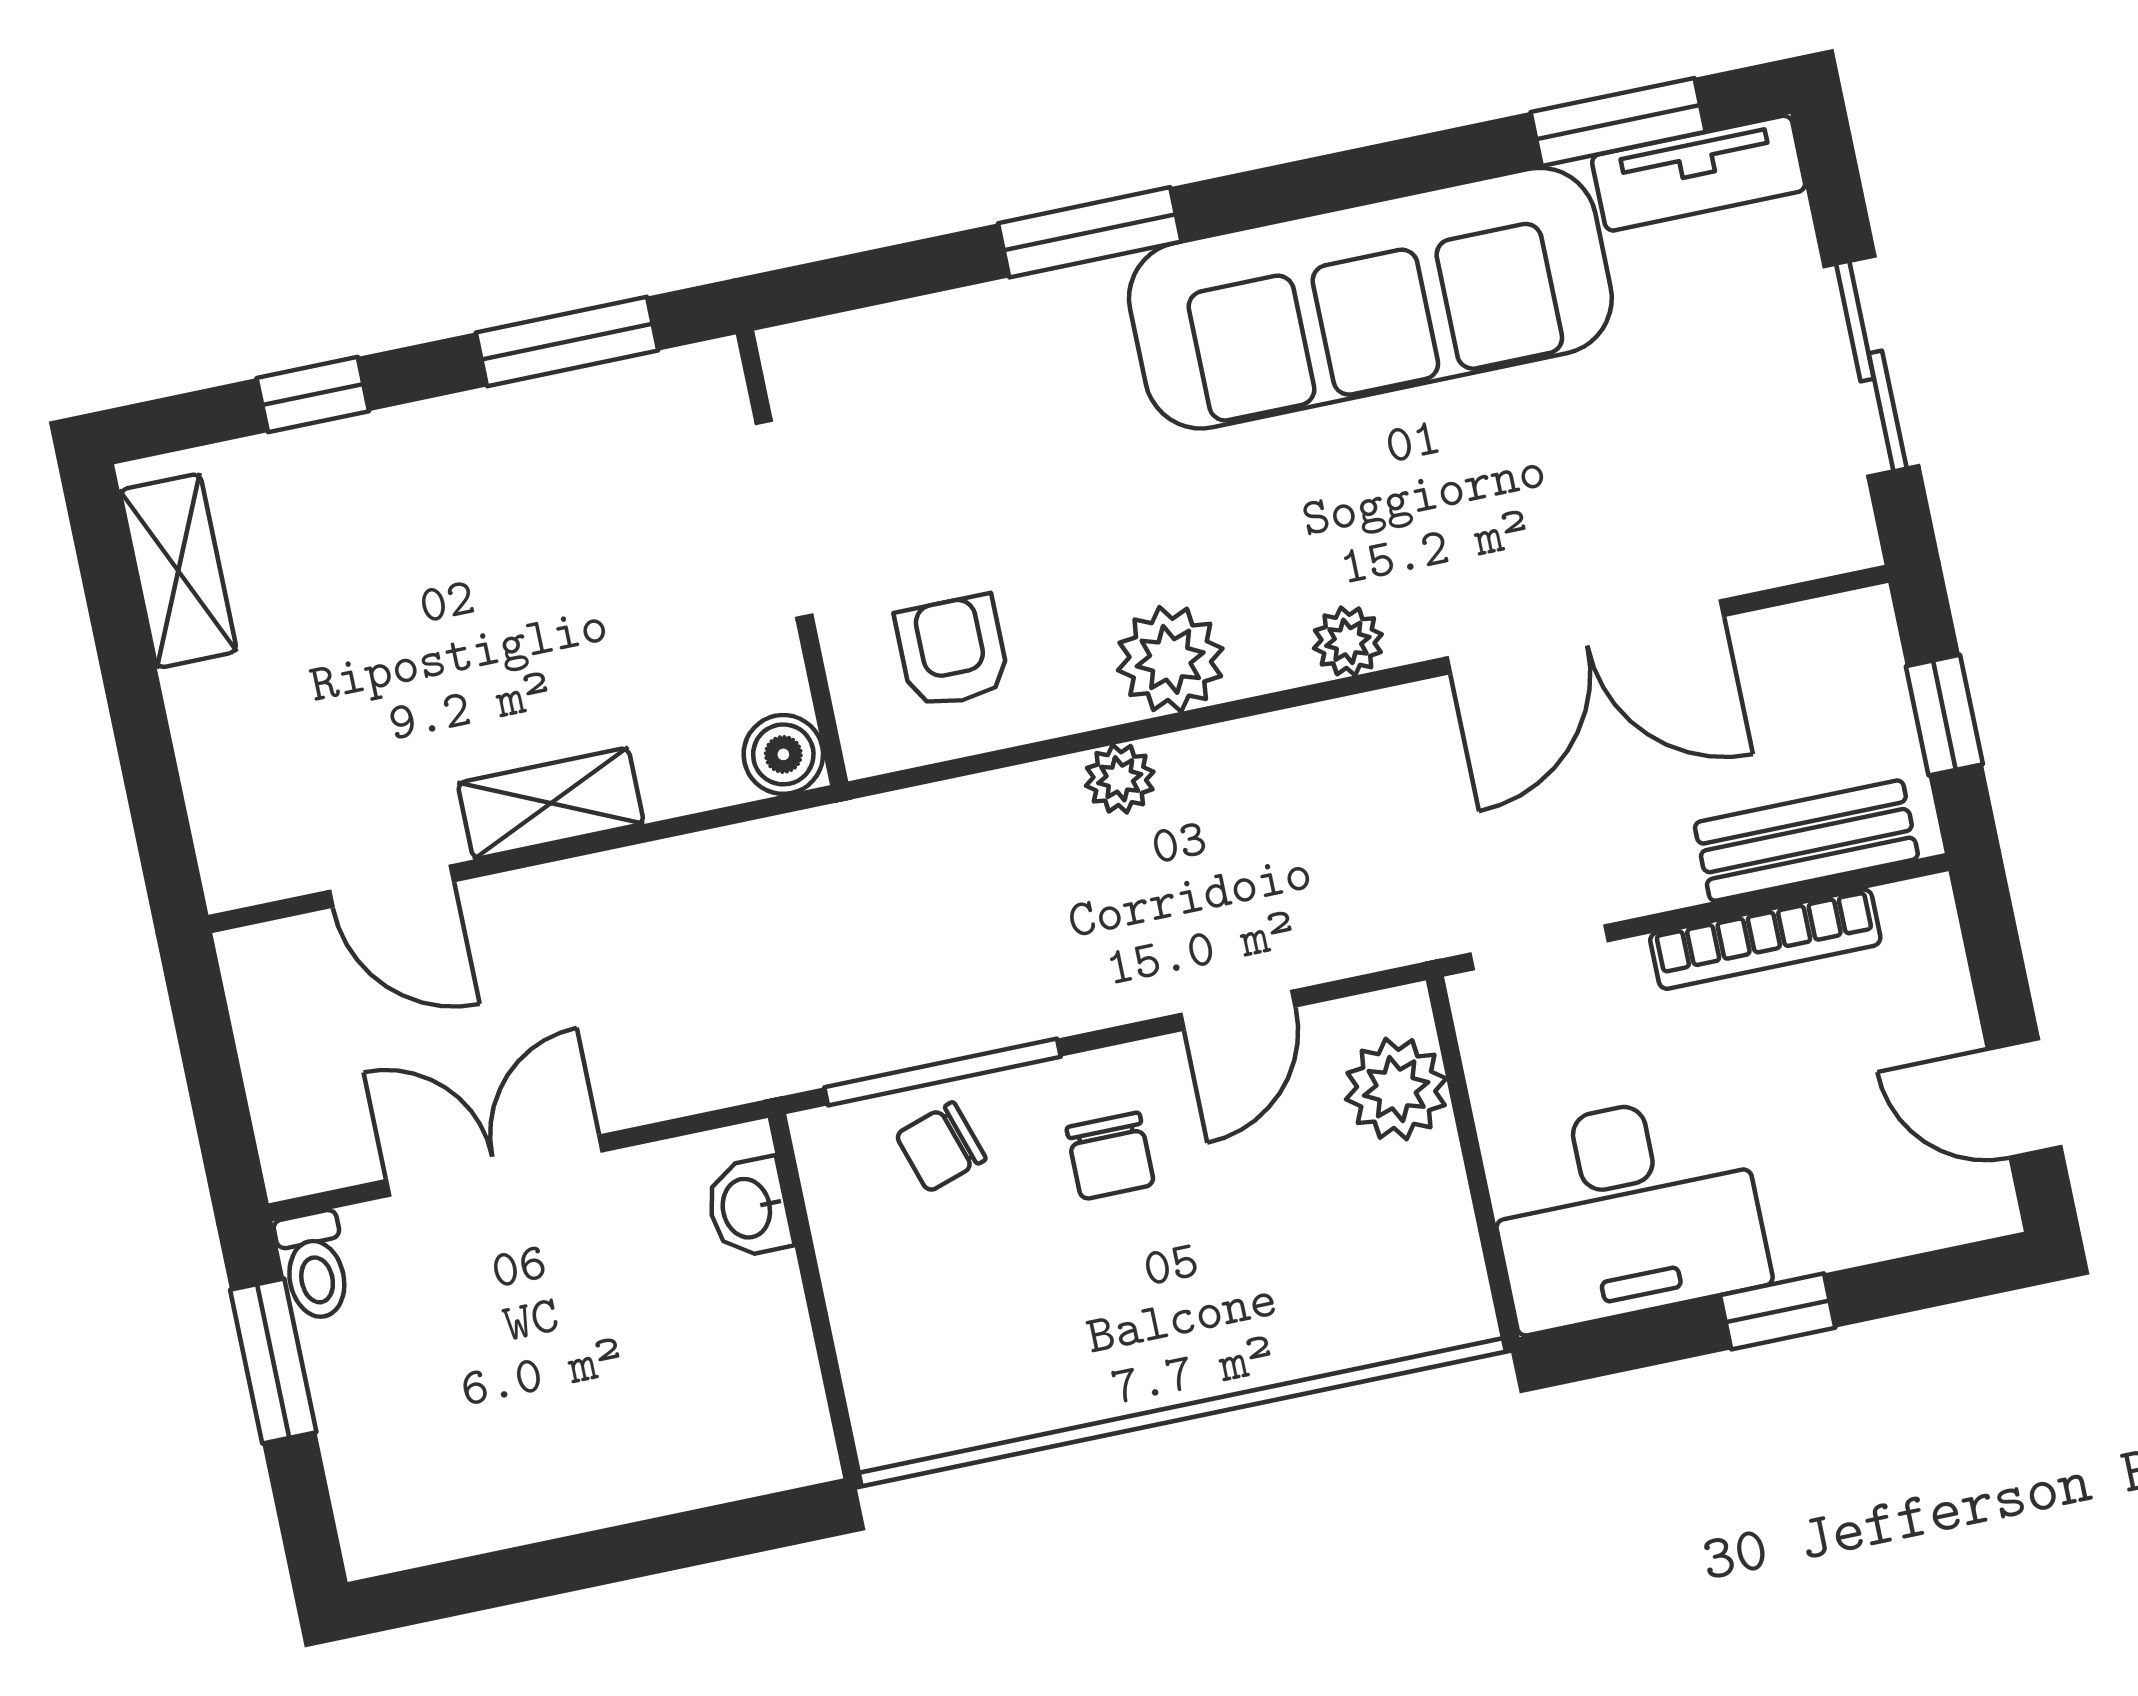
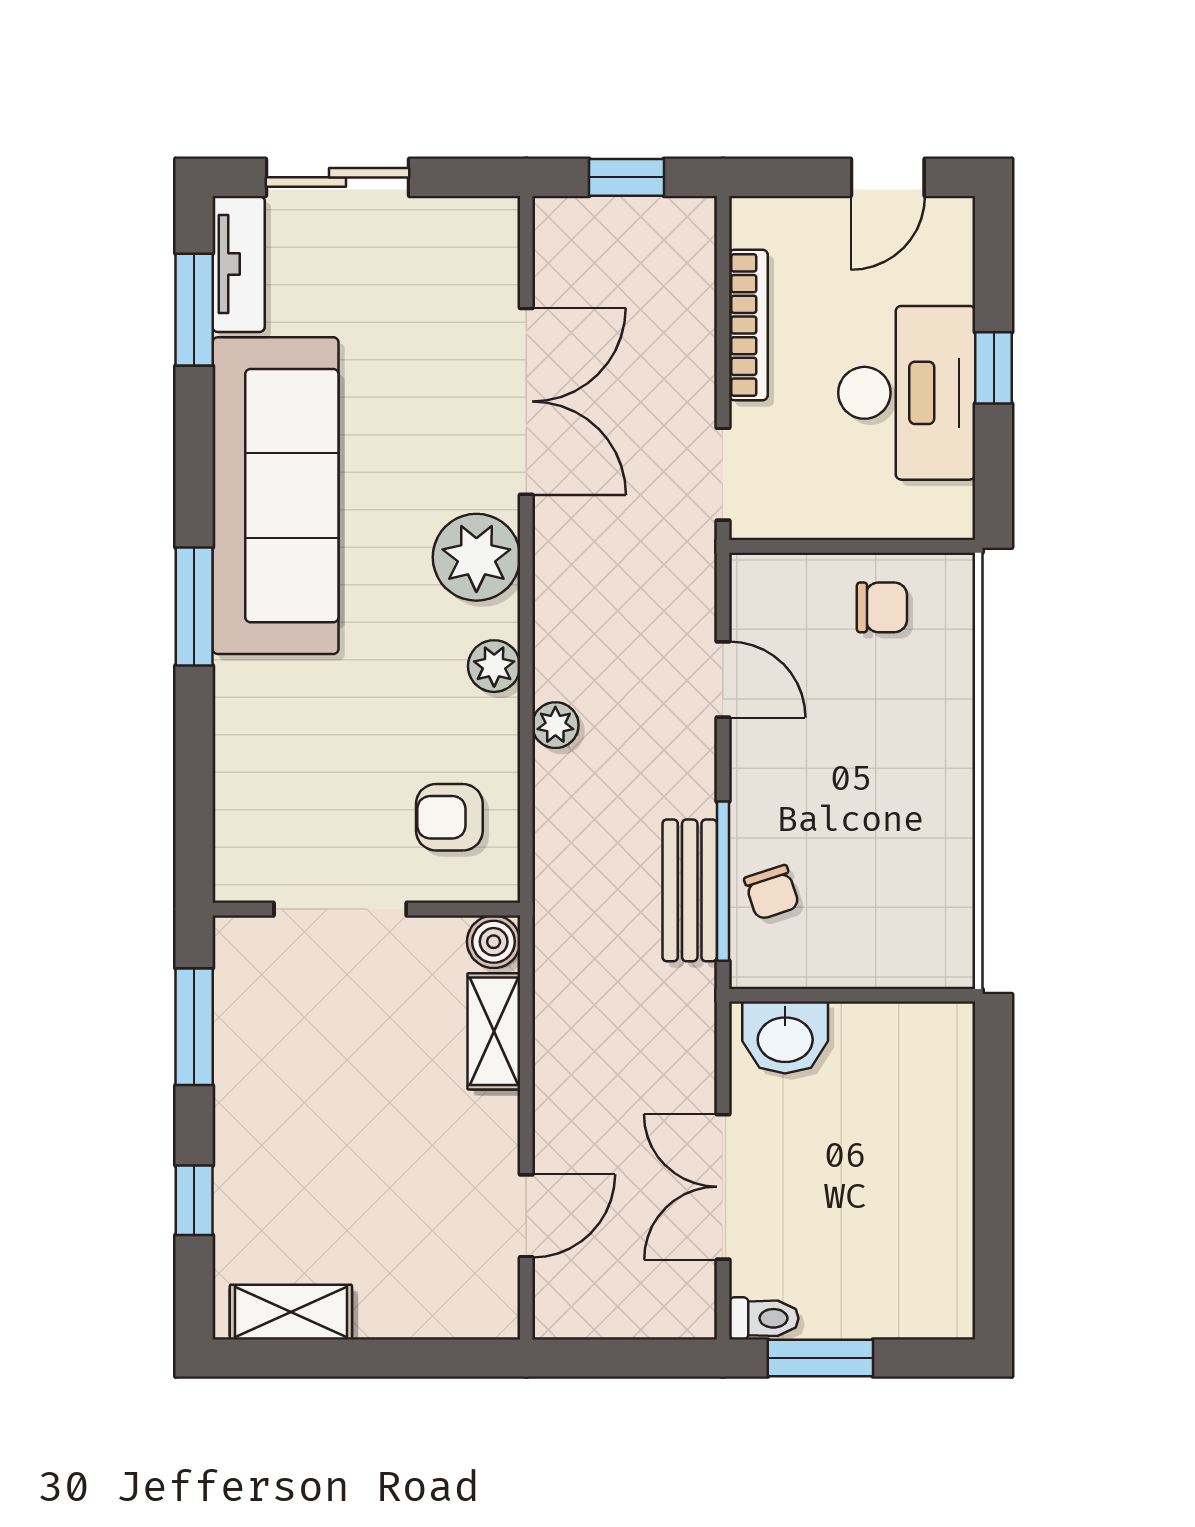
window: (1090, 232) -> (194, 606), moved
sliding door: (1871, 366) -> (337, 177), moved
plant: (1348, 641) -> (476, 557), width x1.87, depth x1.87
plant: (1170, 659) -> (494, 666), width x0.73, depth x0.73
shelving: (551, 803) -> (494, 1031), moved
bench: (1806, 841) -> (690, 890), moved
plant: (1396, 1089) -> (796, 587), removed
chair: (1110, 1156) -> (882, 607), moved
washbasin: (749, 1208) -> (785, 1038), width x1.38, depth x1.45
desk: (1626, 1210) -> (907, 393), moved

